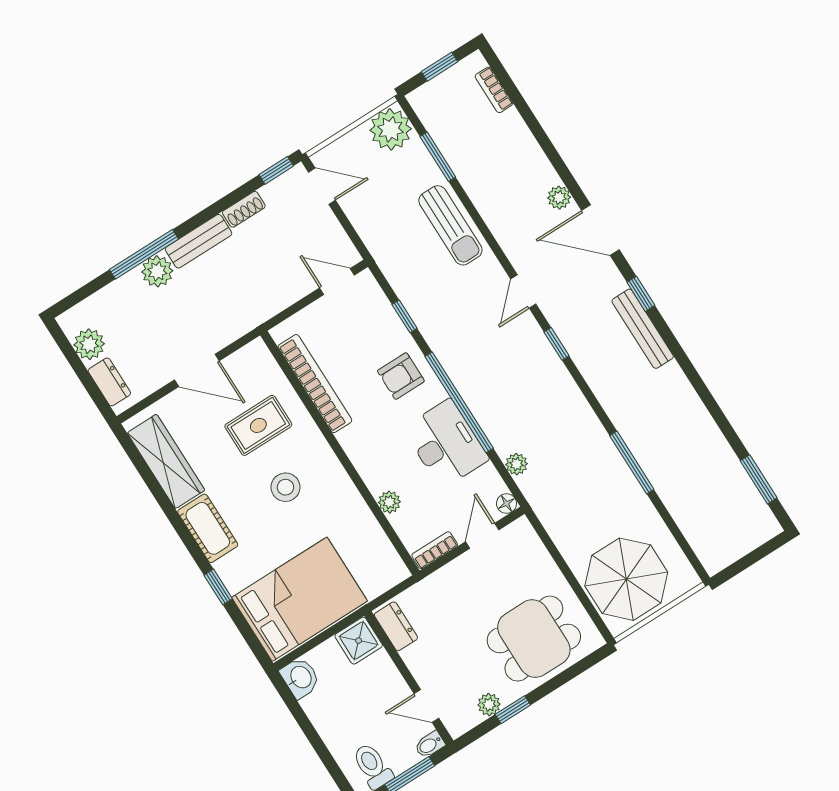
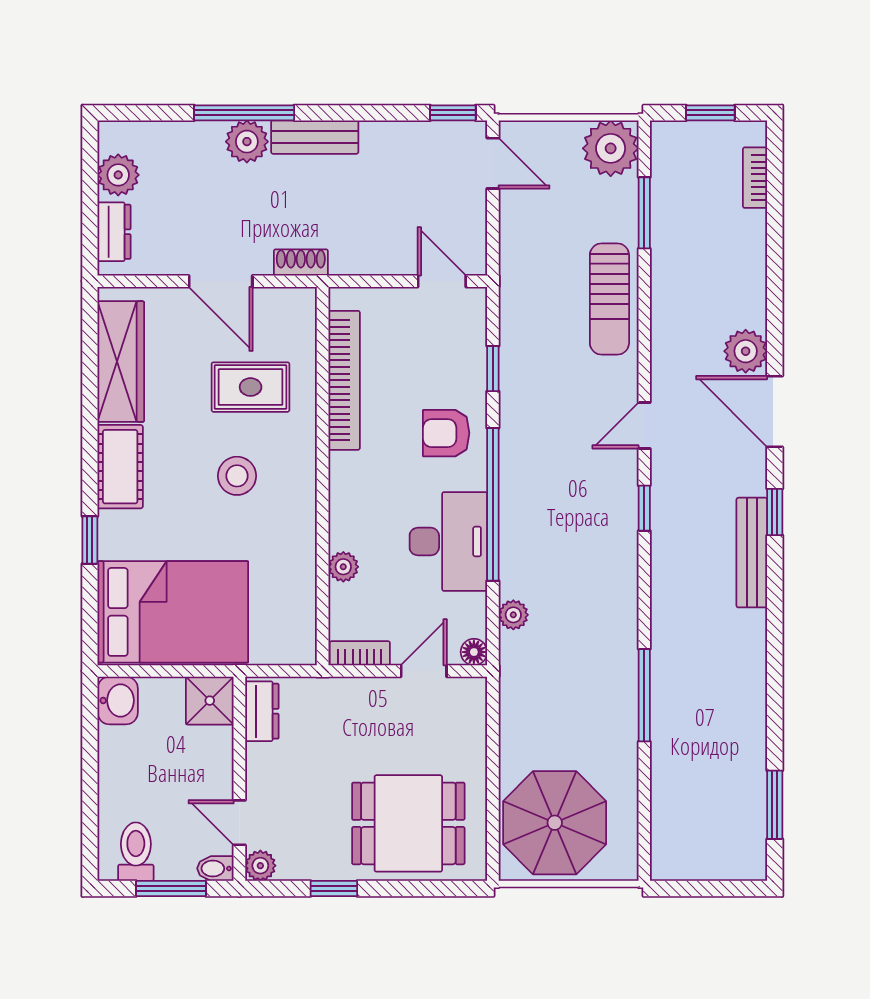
plant: (559, 198) -> (746, 351), width x1.38, depth x1.38
shoe rack: (244, 209) -> (301, 262), moved, turned 180
plant: (489, 705) -> (260, 866), moved

